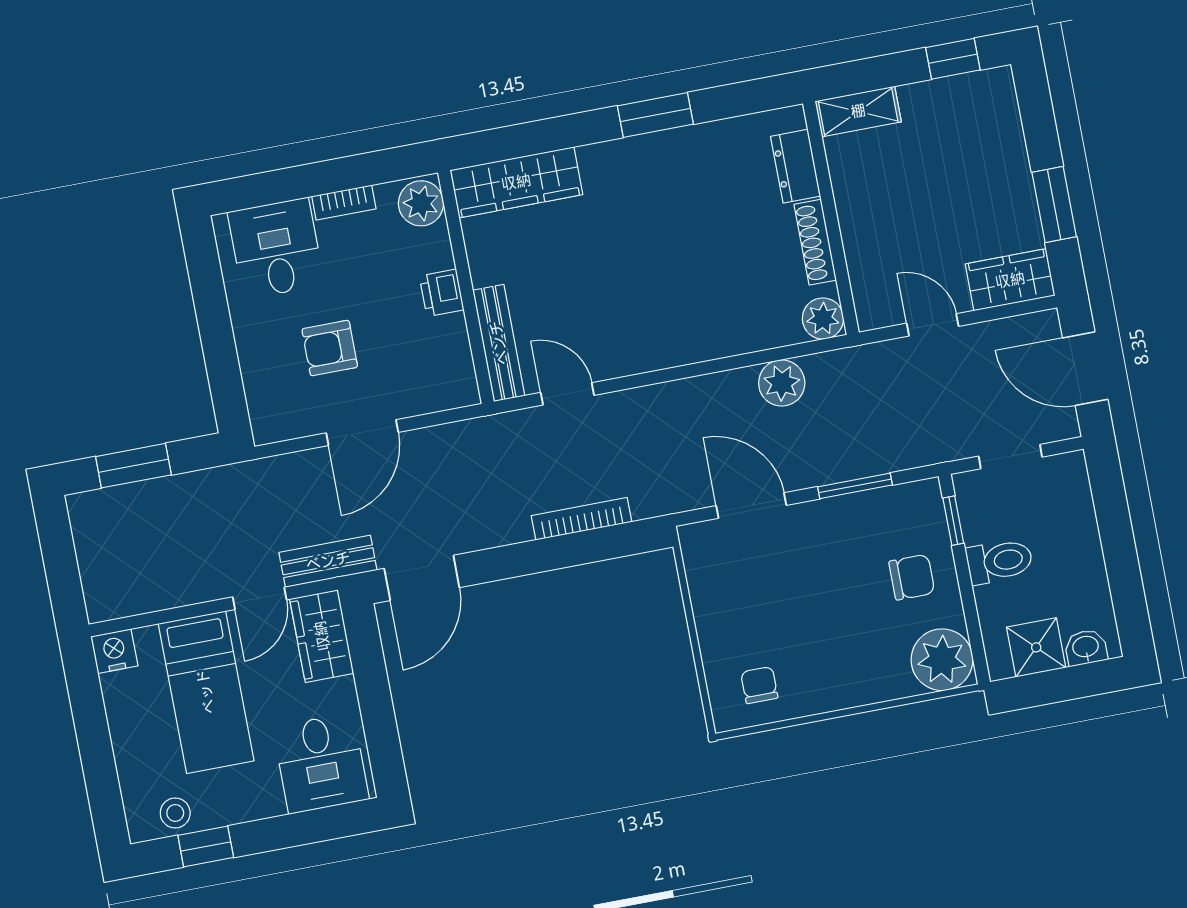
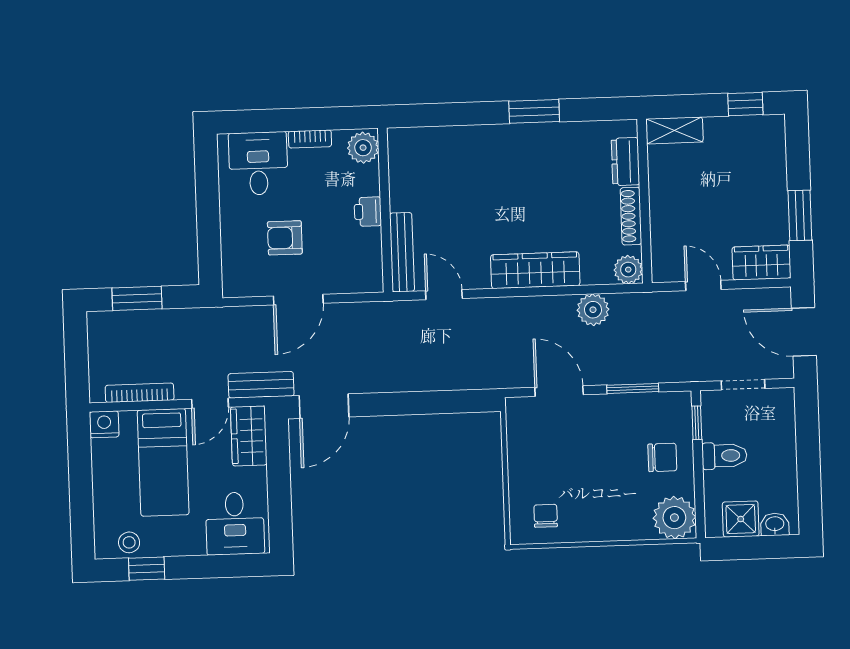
wardrobe: (516, 182) -> (535, 270), moved, turned 180
bookcase: (582, 519) -> (140, 393), moved

